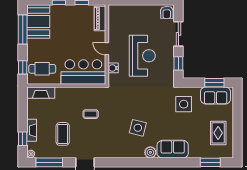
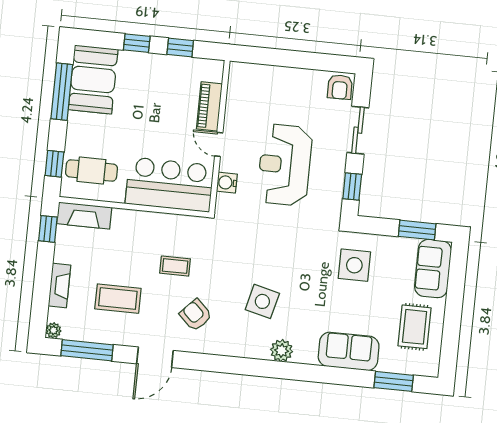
piano: (100, 19) -> (209, 106), moved
reception desk: (142, 56) -> (285, 165), turned 180
sofa: (216, 95) -> (433, 269), moved, turned 90
coffee table: (63, 134) -> (118, 299), turned 90
armchair: (104, 138) -> (196, 315), added
window: (23, 139) -> (48, 229), moved
sofa: (173, 149) -> (349, 351), moved

